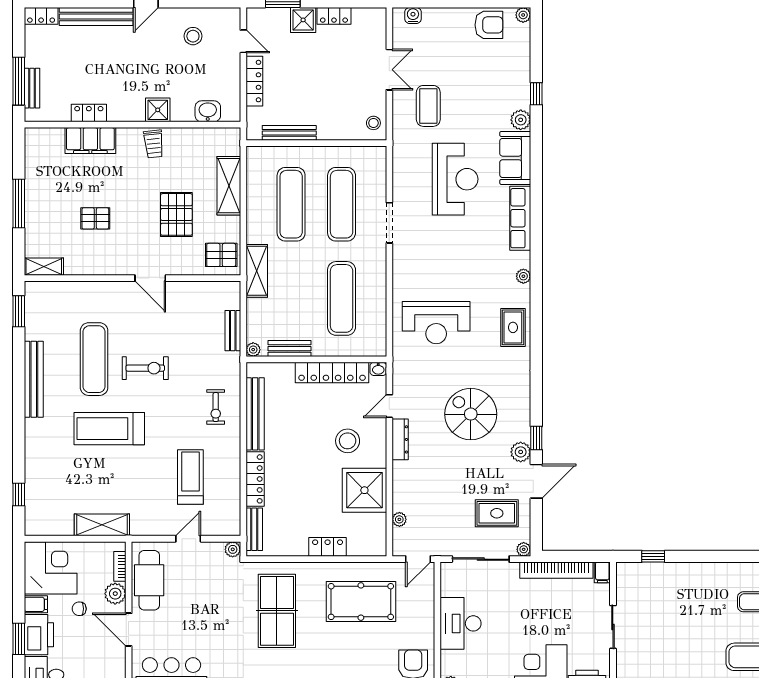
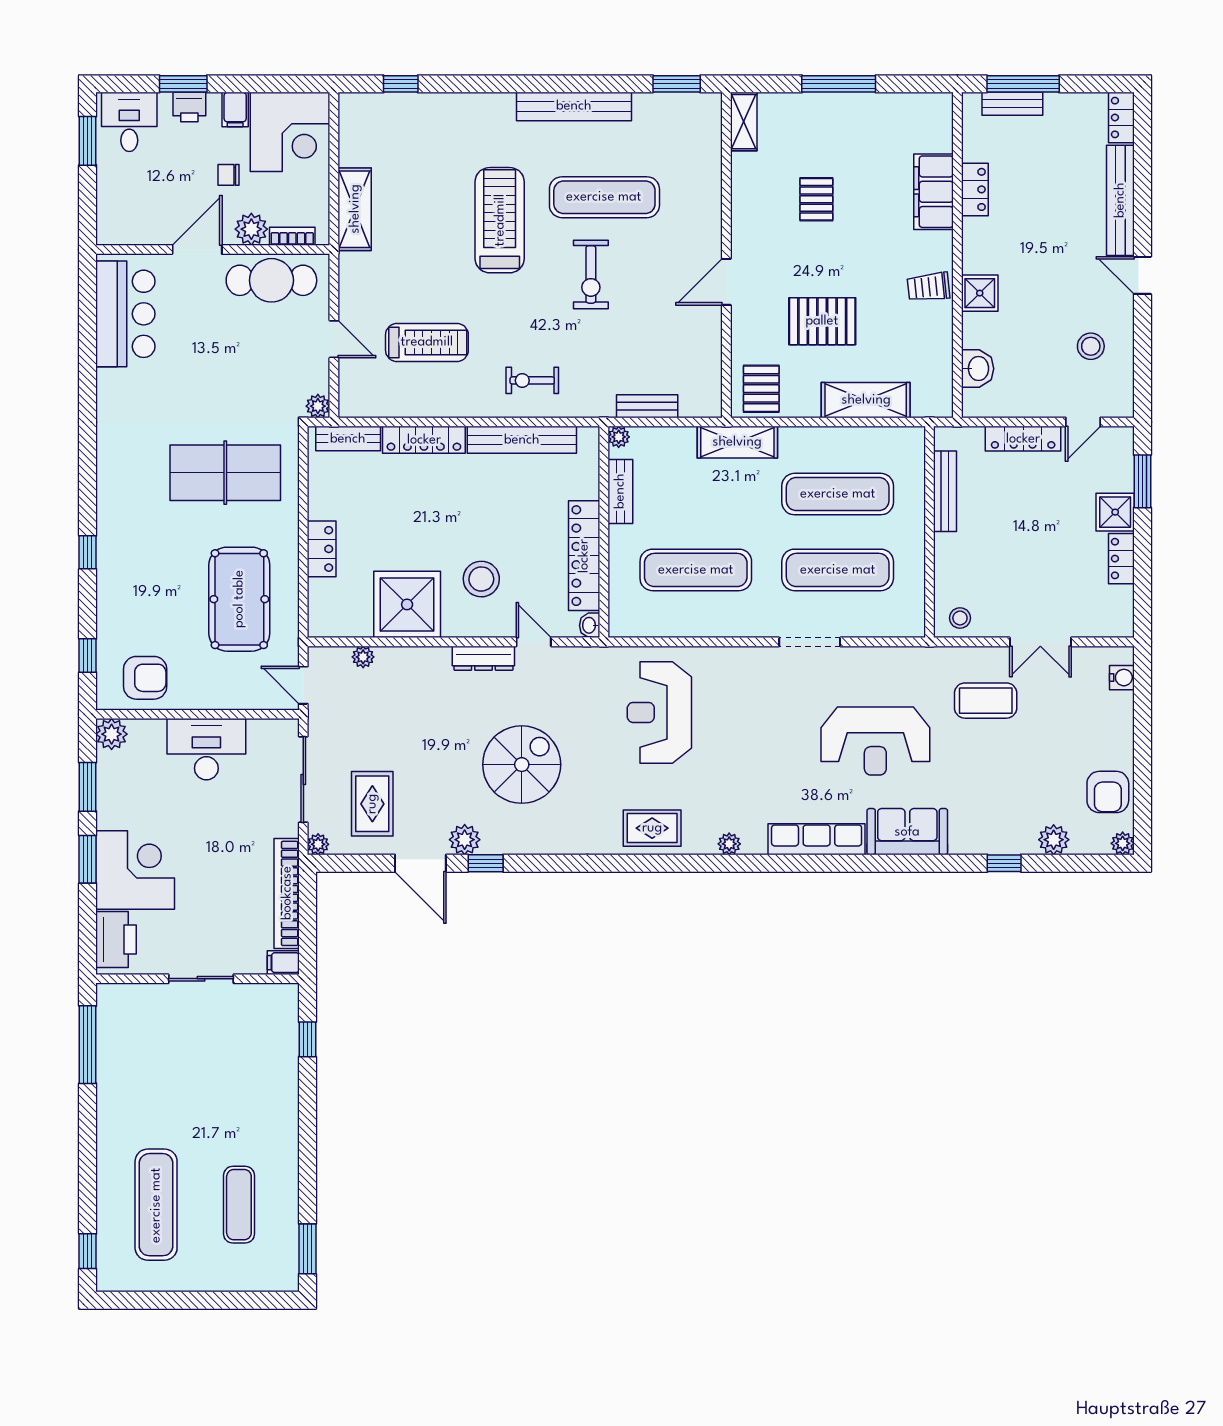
plant: (521, 120) -> (1054, 840), moved
chair: (79, 609) -> (229, 175), turned -90
printer: (39, 635) -> (189, 107), width x0.53, depth x0.68

